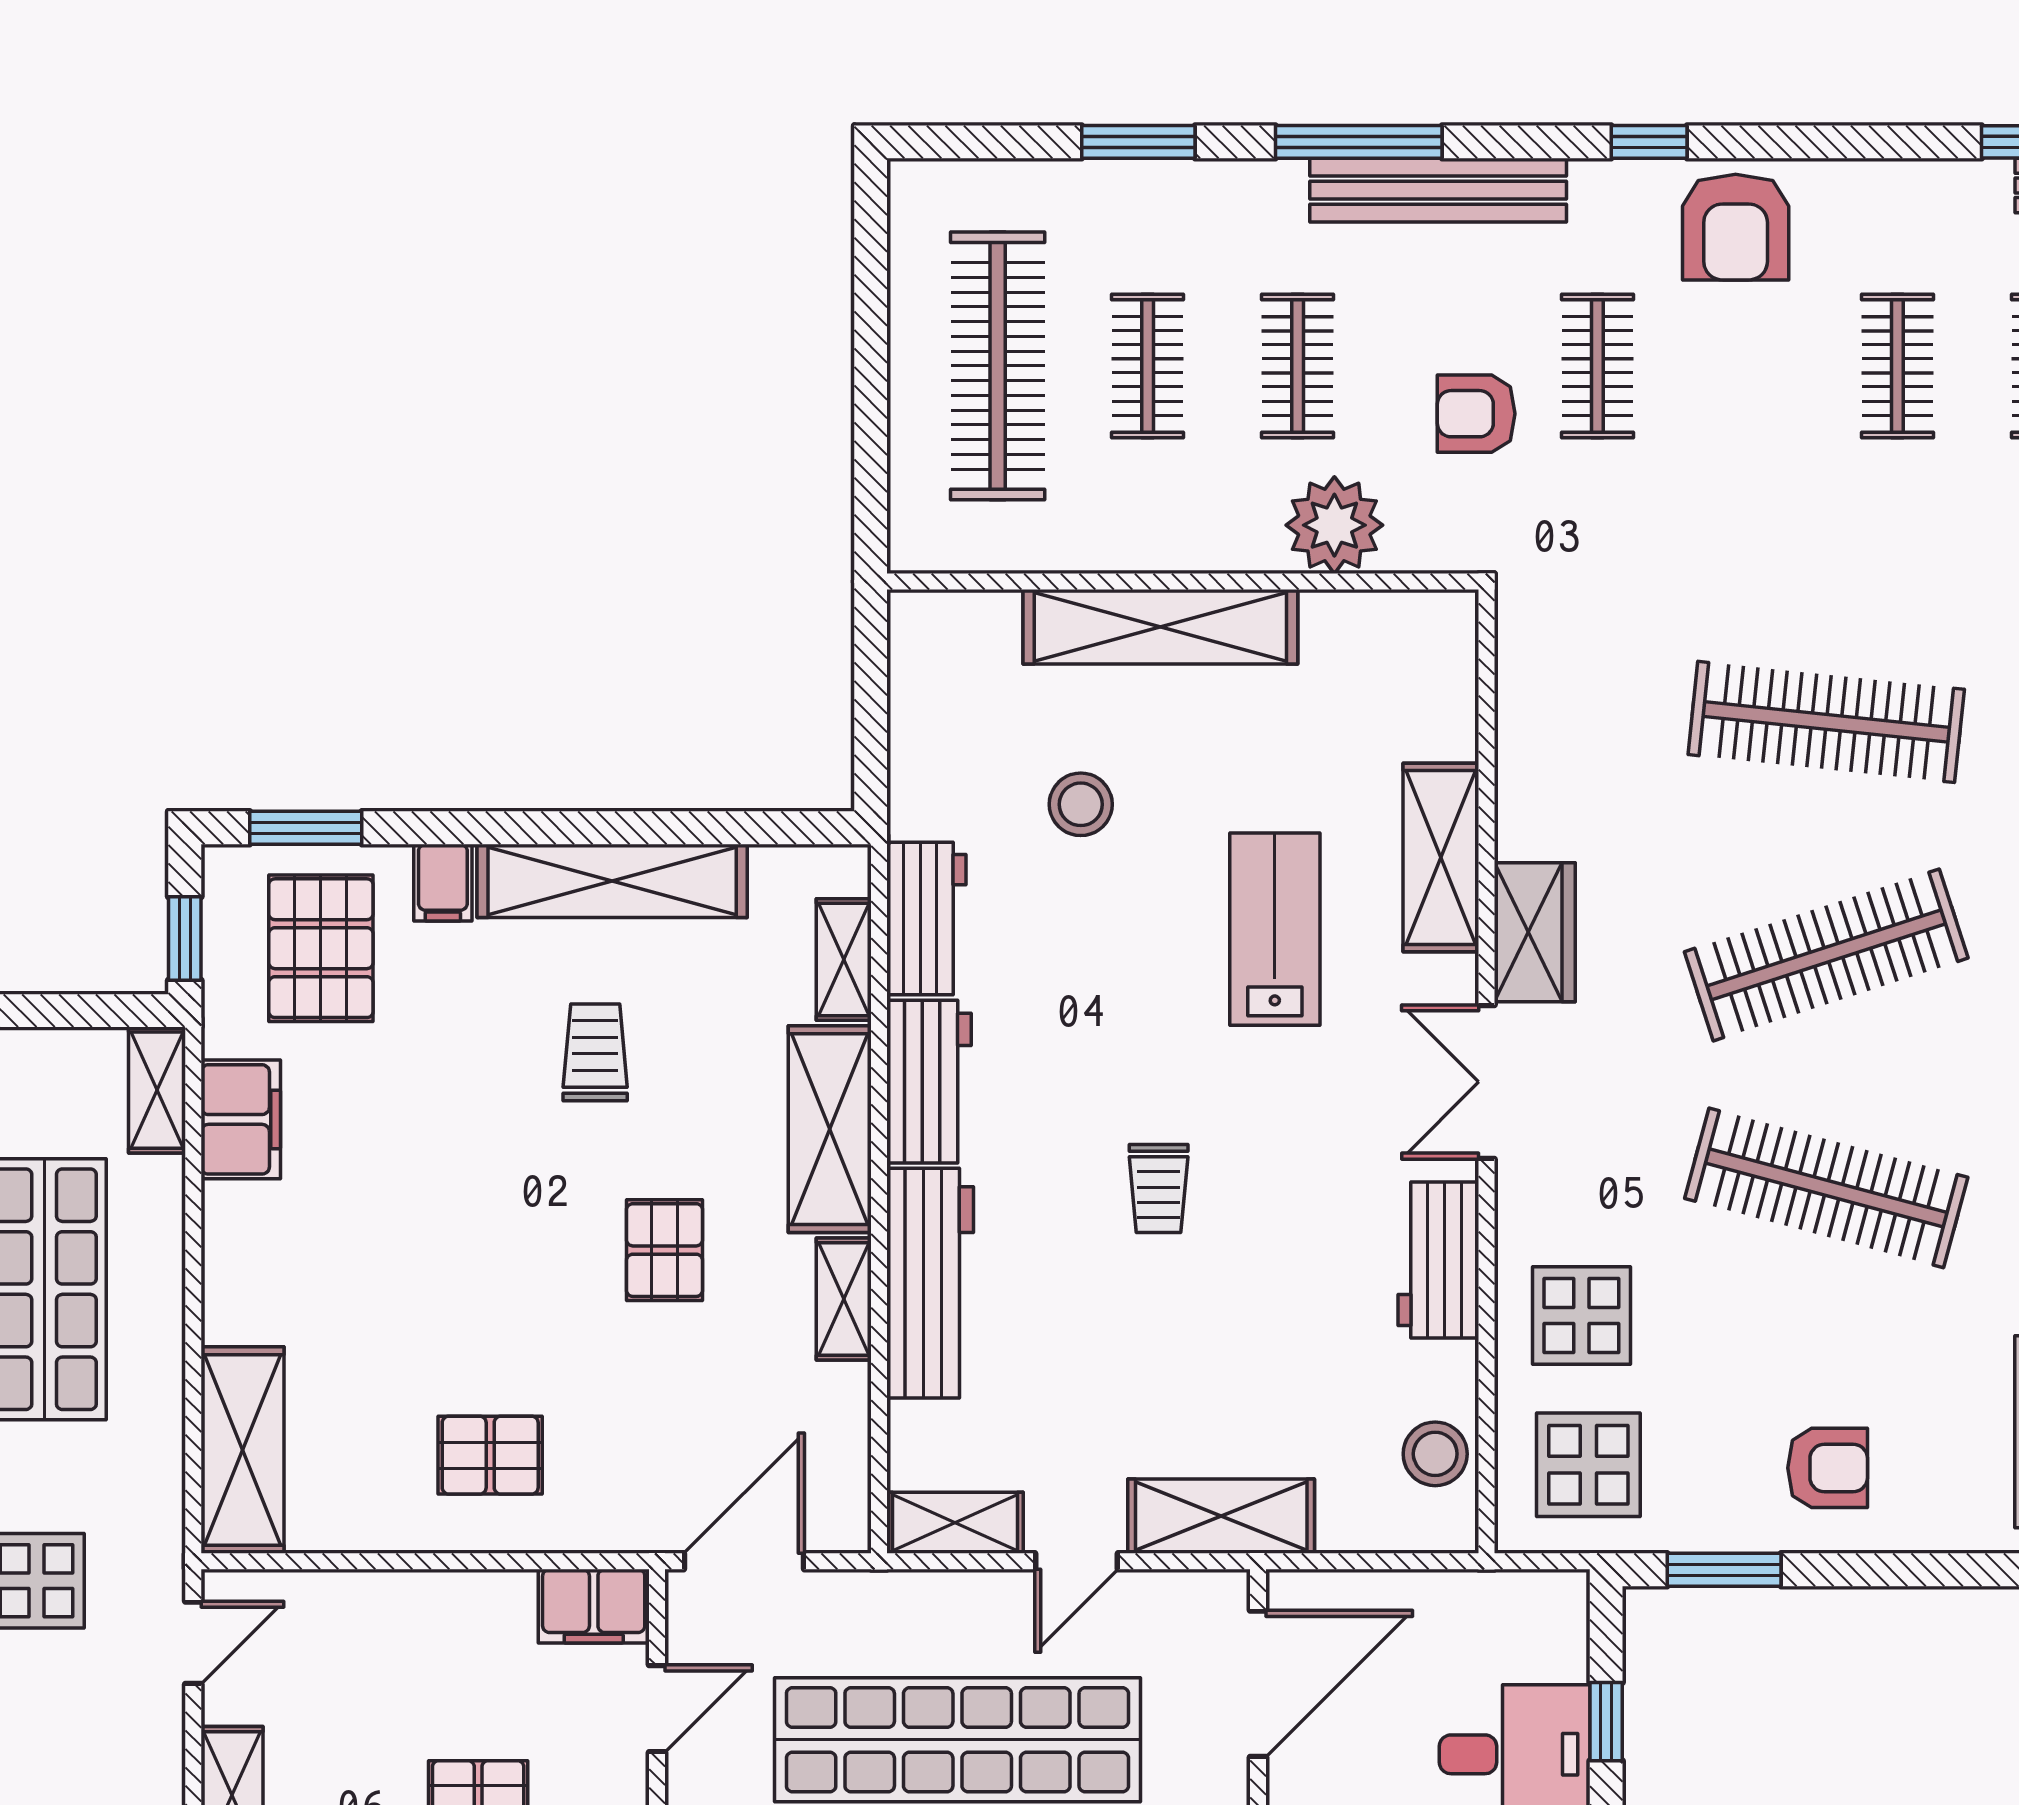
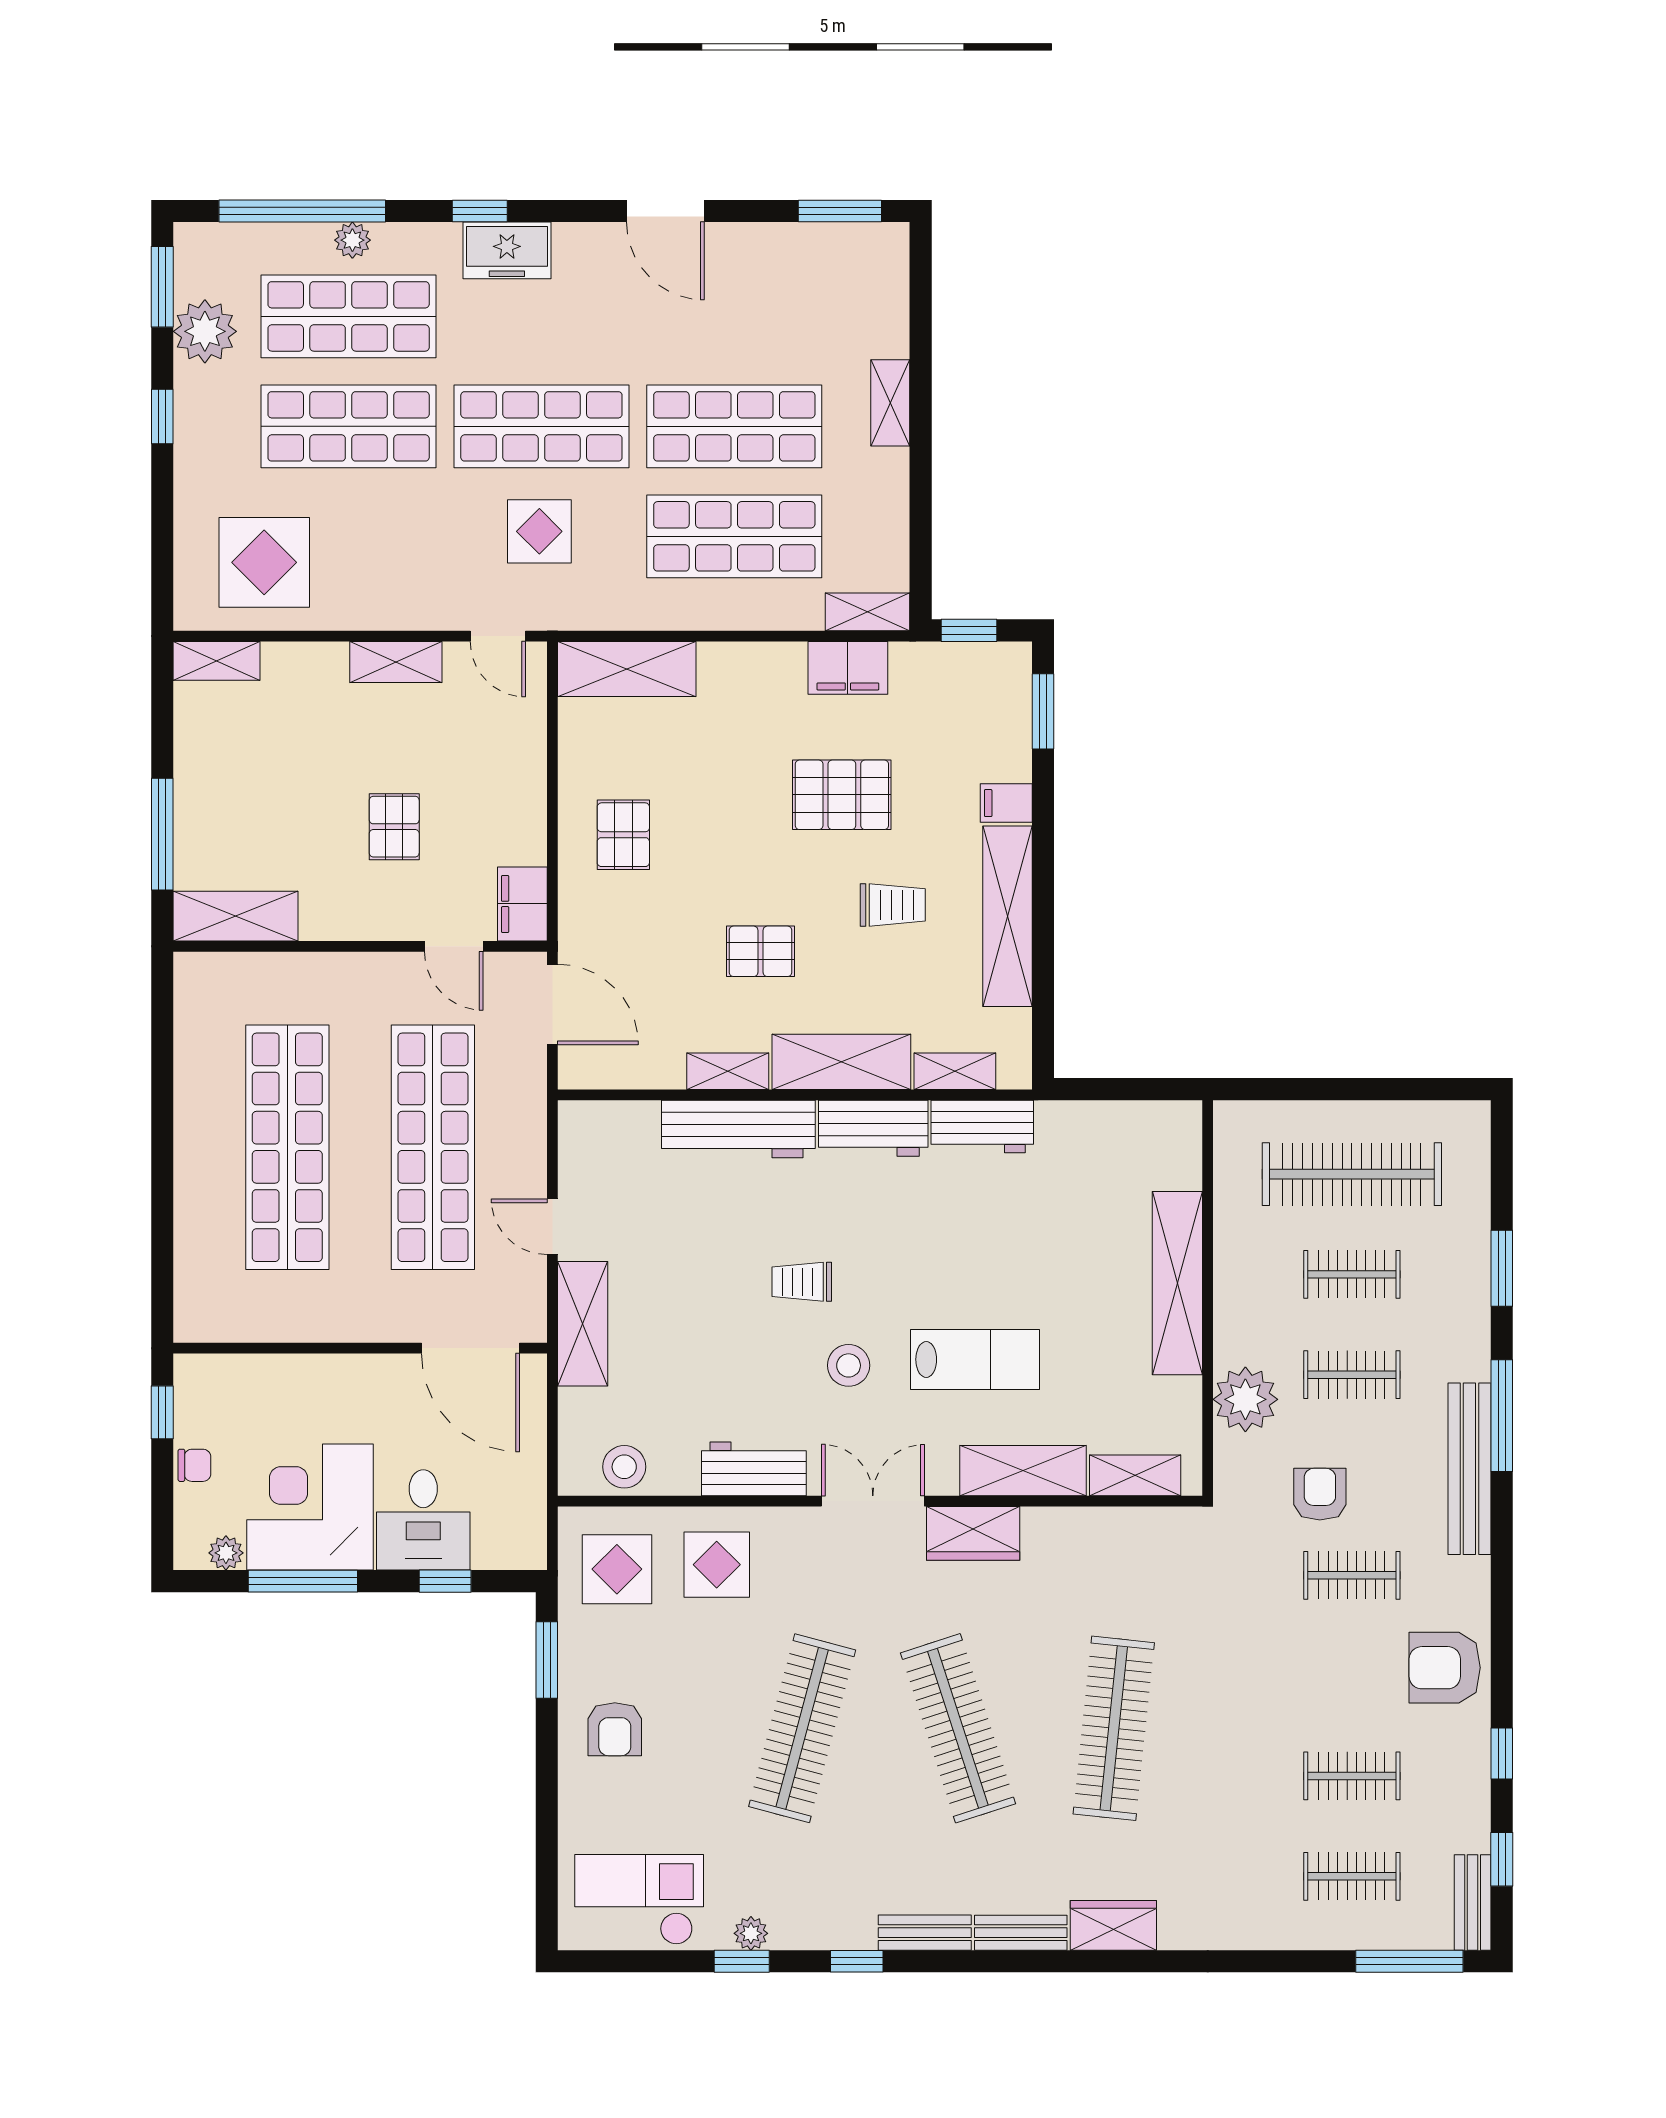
window: (1649, 142) -> (1502, 1754), moved
stool: (1081, 804) -> (849, 1365), moved
pallet: (321, 948) -> (842, 795), moved
shelving: (955, 1523) -> (1135, 1475), moved, turned 90

